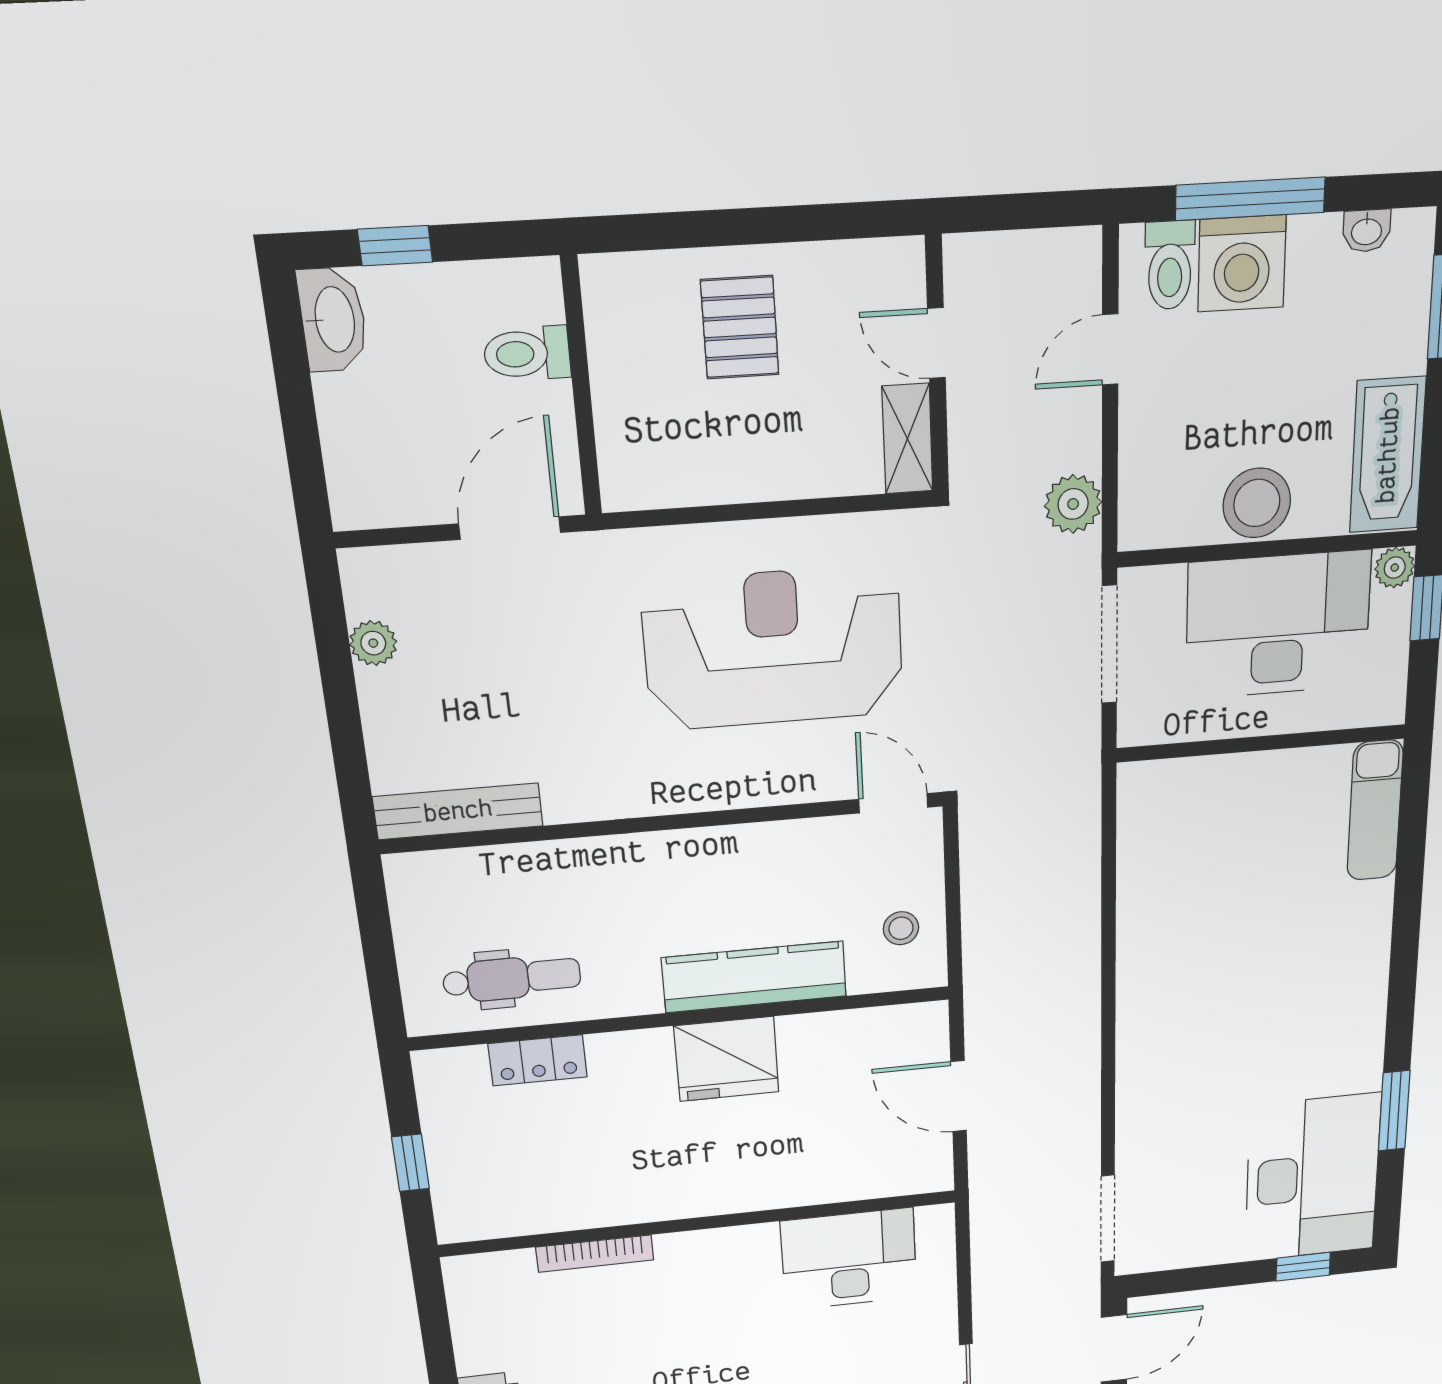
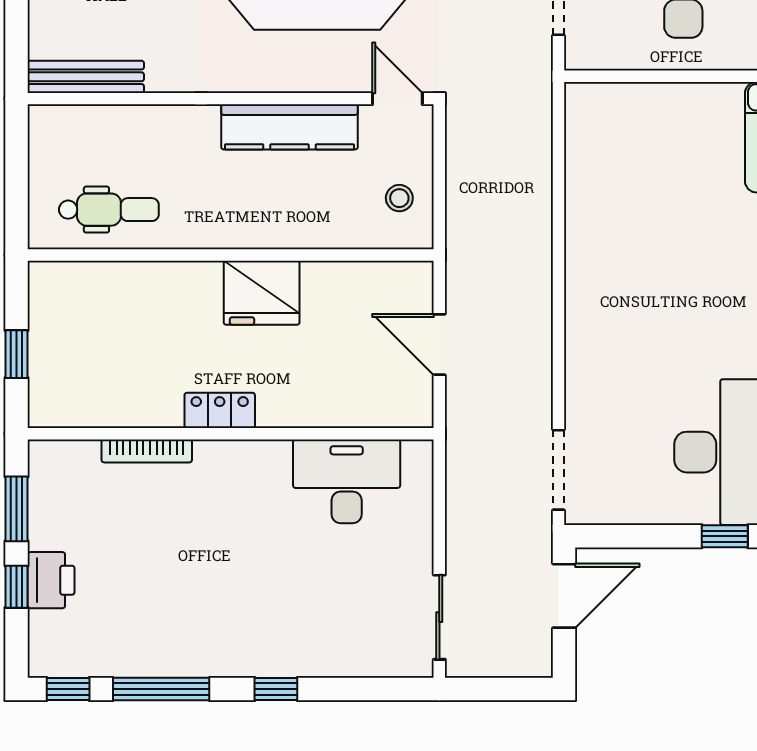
kitchen counter: (754, 977) -> (289, 127), moved, turned 180
locker: (538, 1060) -> (220, 410), moved, turned 180
window: (436, 1334) -> (17, 509), added

